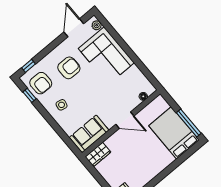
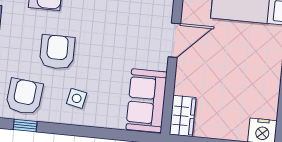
armchair: (69, 68) -> (57, 52), moved
armchair: (41, 83) -> (24, 97), turned -84

